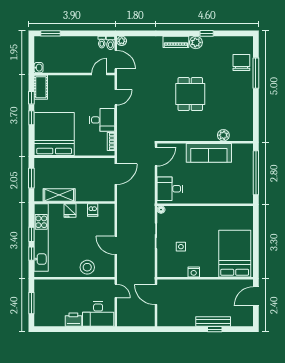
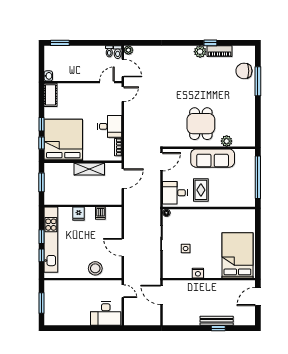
piano: (176, 42) -> (219, 51), moved
chair: (241, 62) -> (244, 71), turned -90
dining table: (190, 94) -> (201, 124), moved
door: (116, 97) -> (123, 94), moved
window: (31, 98) -> (41, 143), moved
rug: (197, 186) -> (201, 190), added
shelving: (59, 195) -> (89, 169), moved
printer: (73, 320) -> (82, 319), removed

